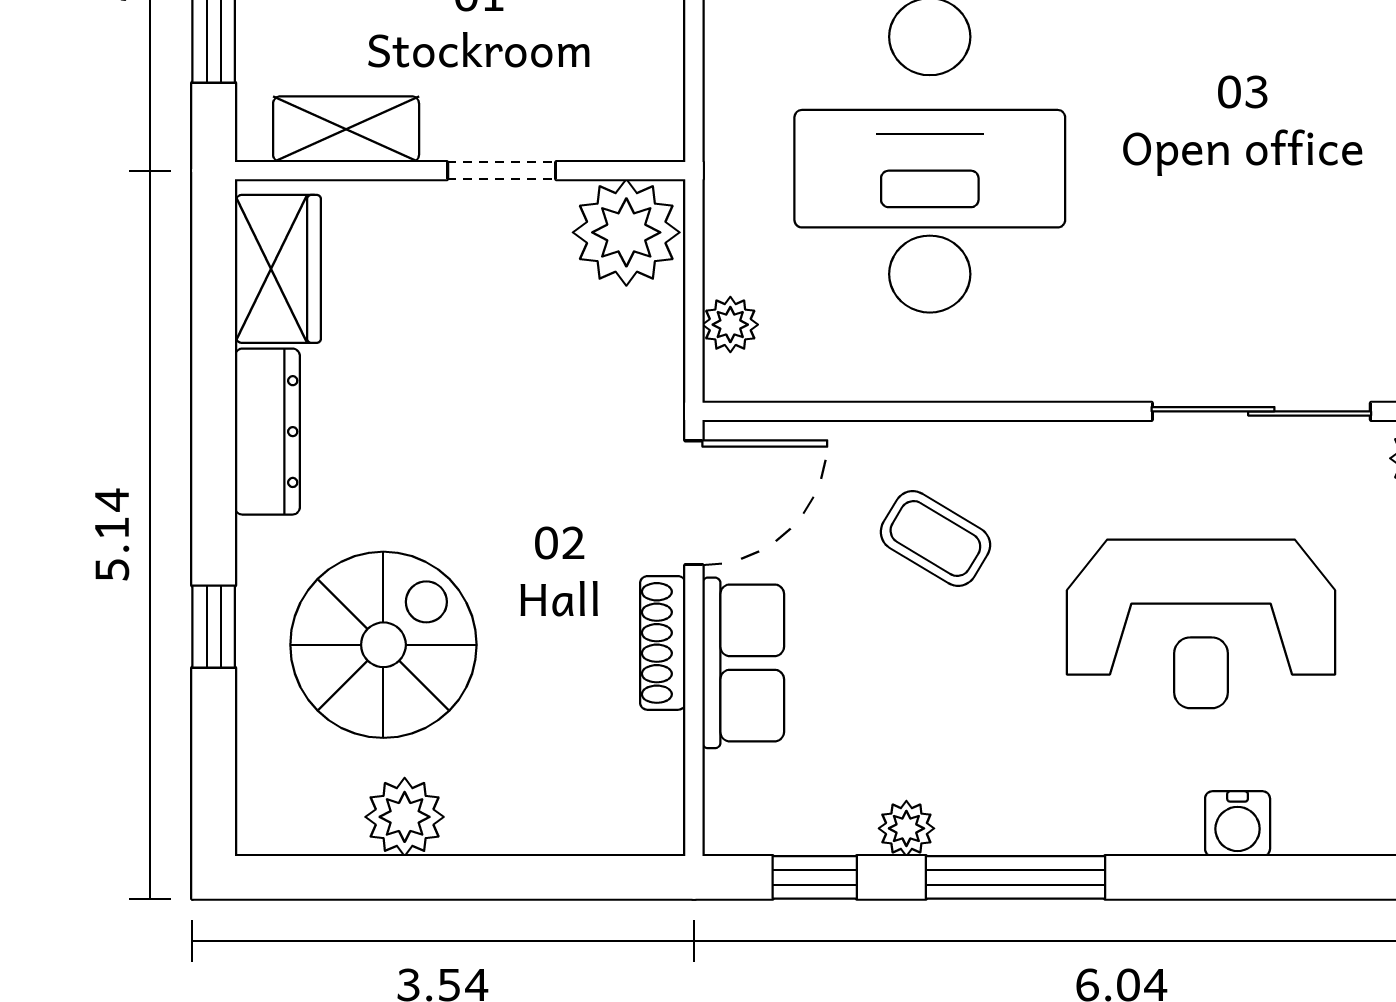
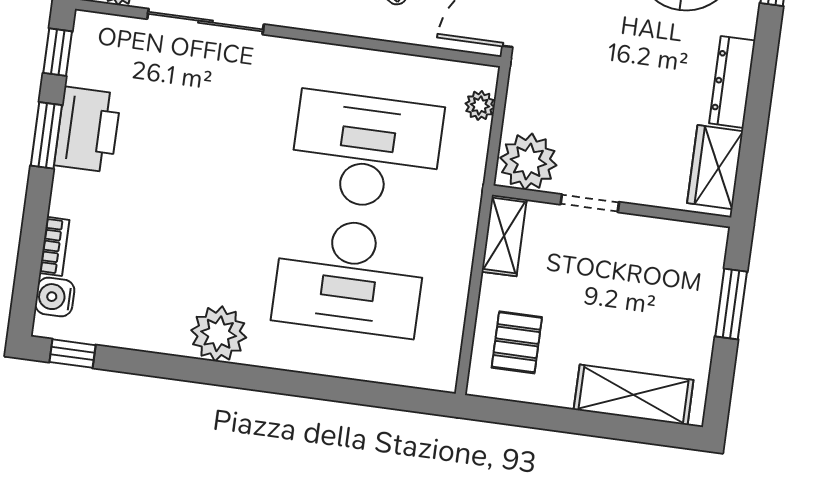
shelving: (346, 129) -> (504, 236), moved, turned 90
desk: (930, 211) -> (366, 151), turned 180

